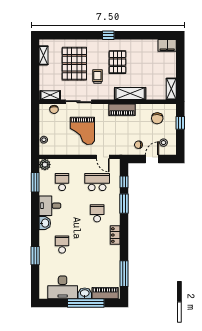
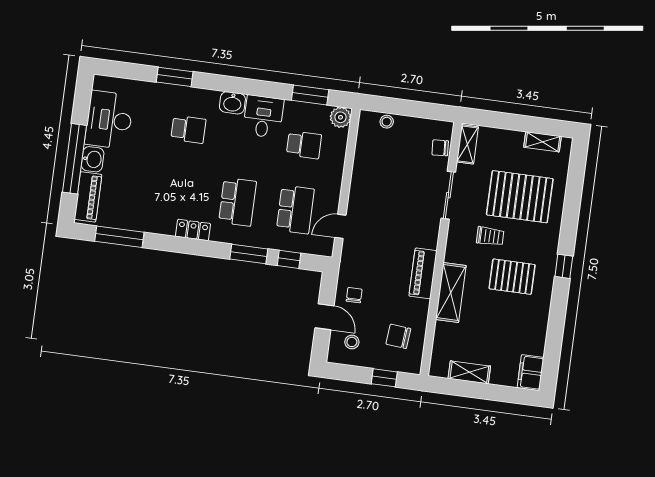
shelving: (171, 89) -> (469, 372), moved
grand piano: (82, 131) -> (393, 195), removed
school desk: (97, 213) -> (238, 202), width x1.85

